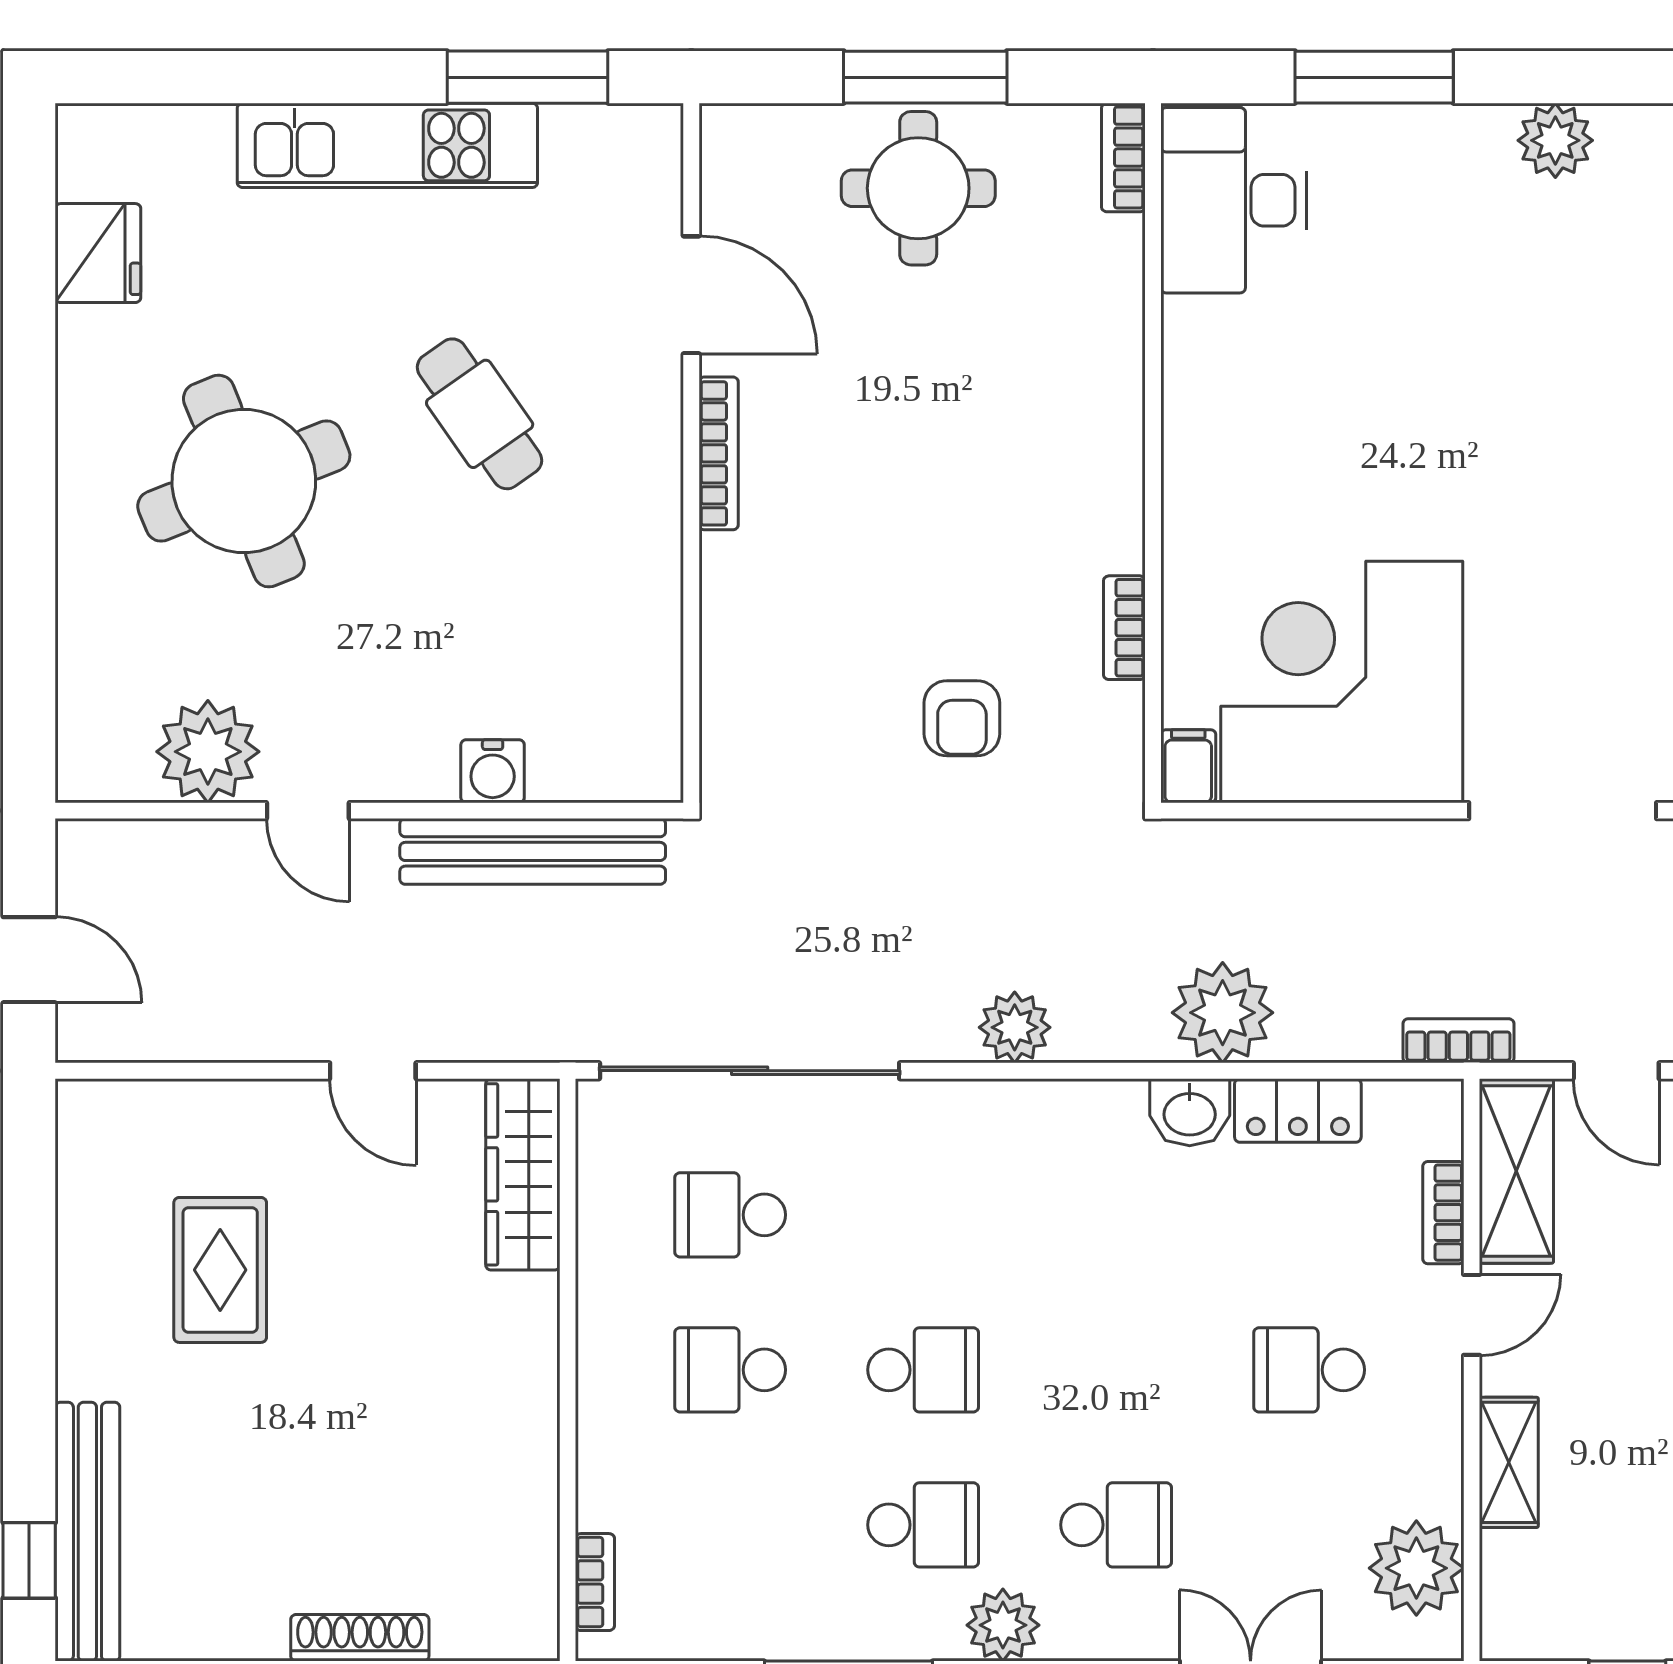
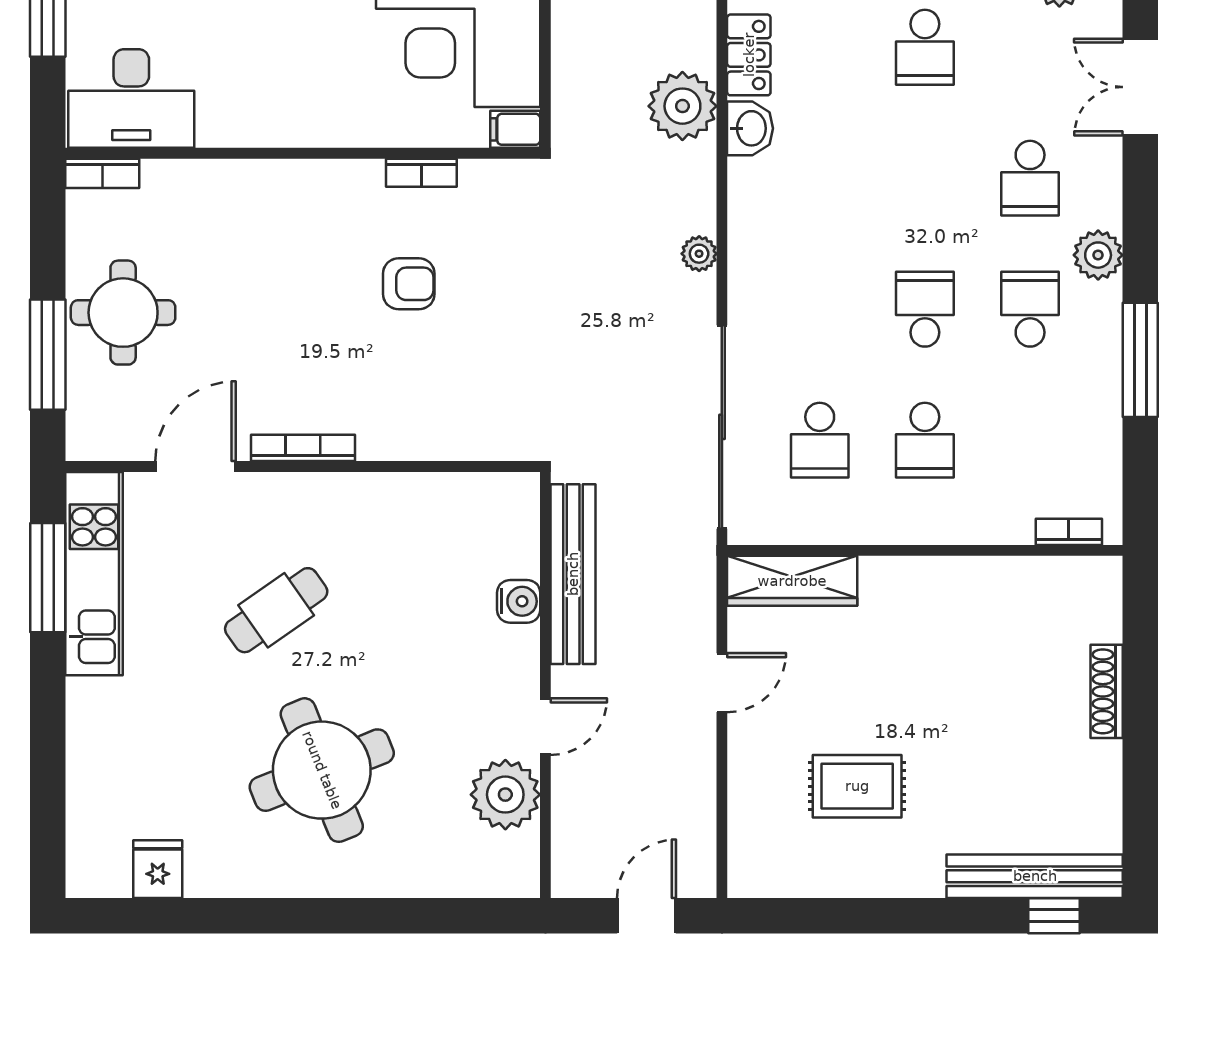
window: (925, 77) -> (48, 355), moved
kitchen unit: (387, 145) -> (94, 574), moved
fridge: (98, 253) -> (158, 869), width x0.72
armchair: (962, 718) -> (409, 284), moved
plant: (1015, 1027) -> (699, 254), width x0.73, depth x0.73
school desk: (1116, 1525) -> (1030, 178), turned 180

